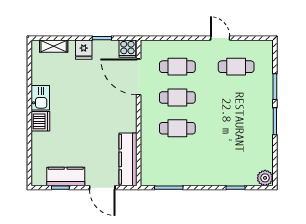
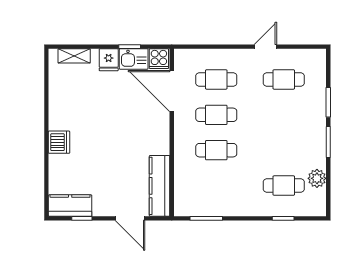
door: (220, 38) -> (265, 47), hinge flipped
kitchen sink: (40, 98) -> (134, 59), moved, turned 90
cafe table: (236, 159) -> (284, 186), added
kitchen counter: (66, 176) -> (70, 206), moved
plant: (265, 178) -> (317, 178), moved

